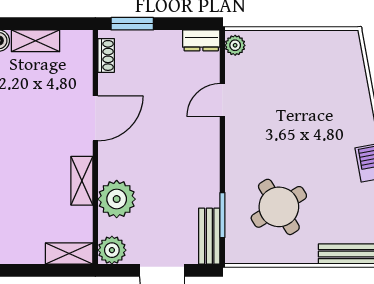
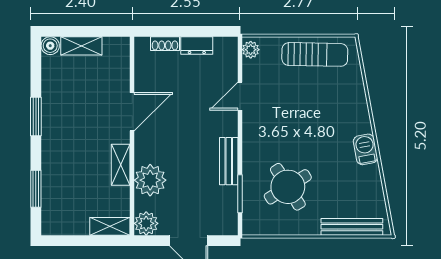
window: (132, 24) -> (163, 31), removed
dresser: (201, 40) -> (197, 46), moved
sun lounger: (311, 51) -> (315, 54), added
shoe rack: (106, 55) -> (165, 44), moved, turned 90
bench: (209, 236) -> (229, 161), moved

